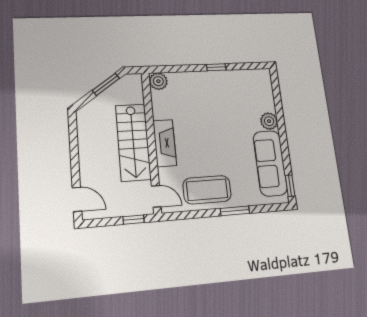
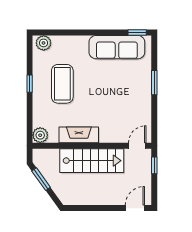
plant: (269, 121) -> (44, 43), moved
fireplace: (165, 143) -> (79, 135), moved
coffee table: (207, 190) -> (62, 84), moved

